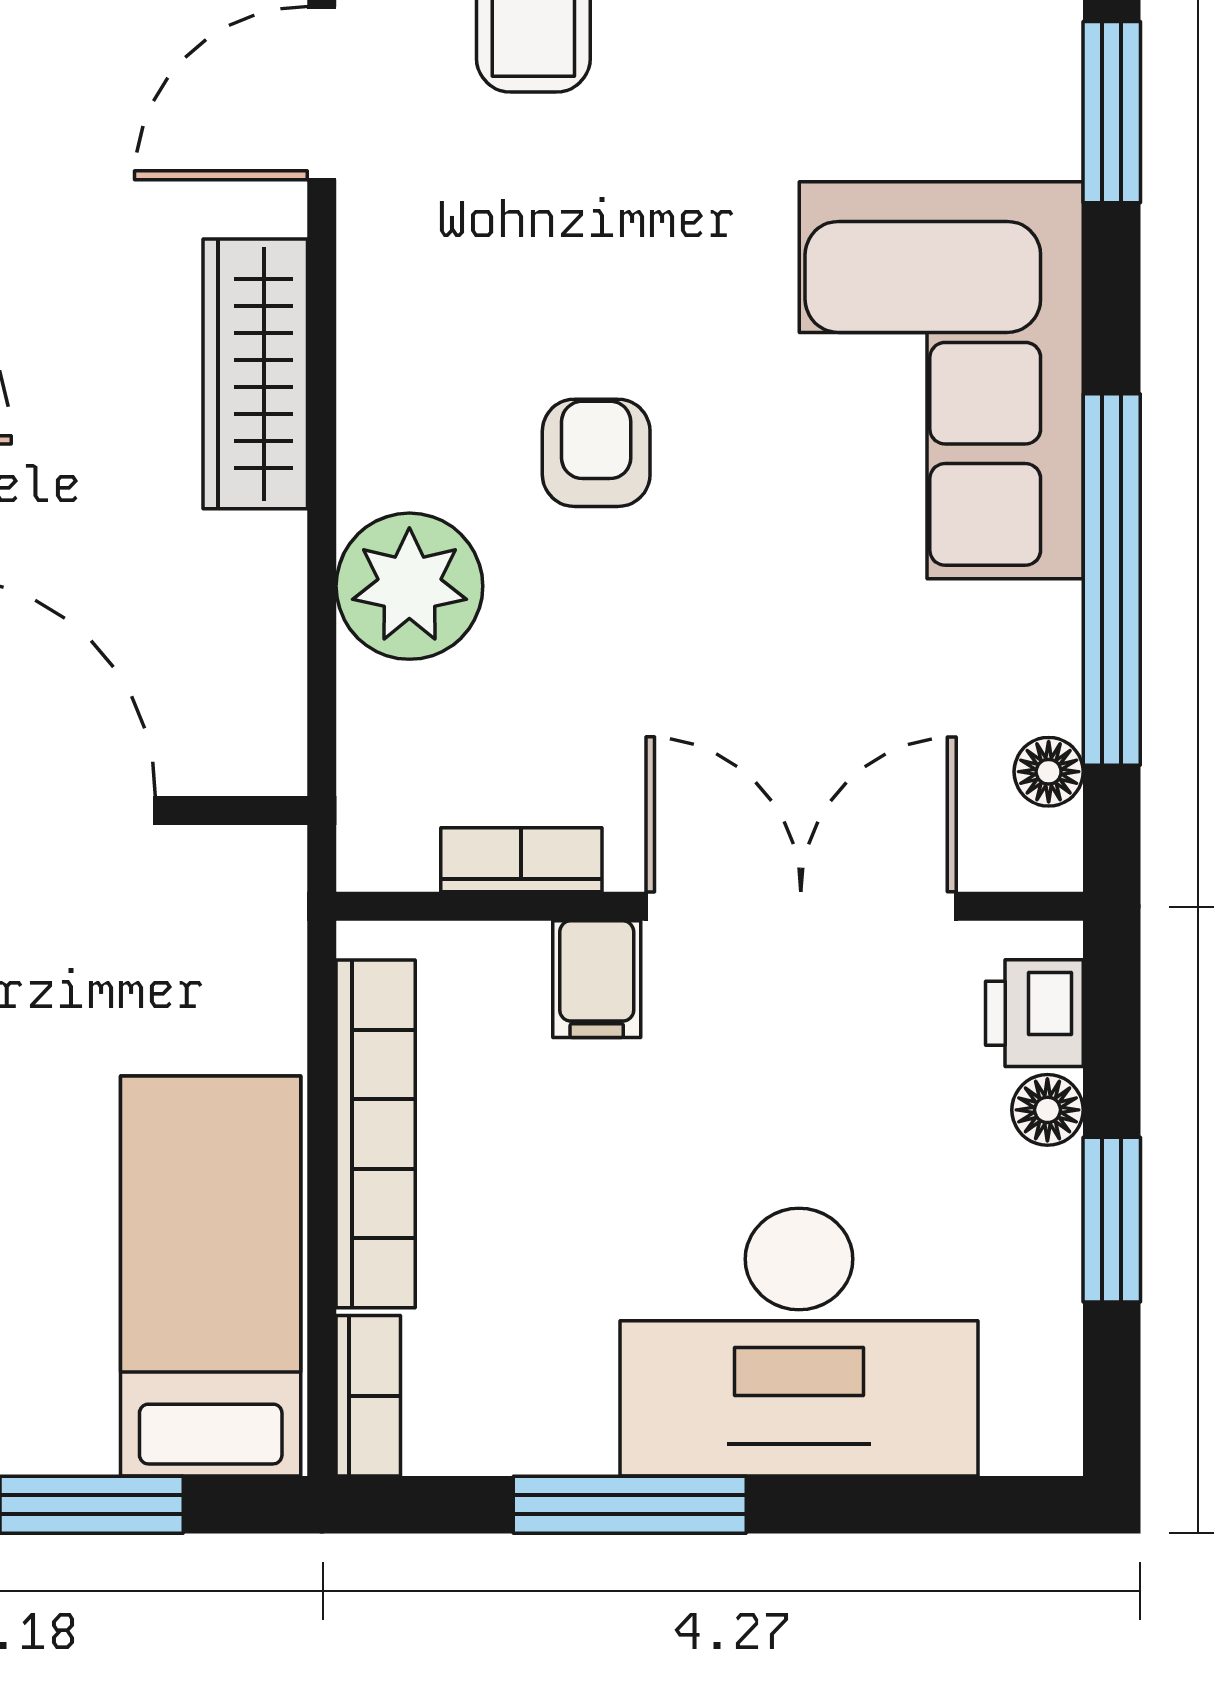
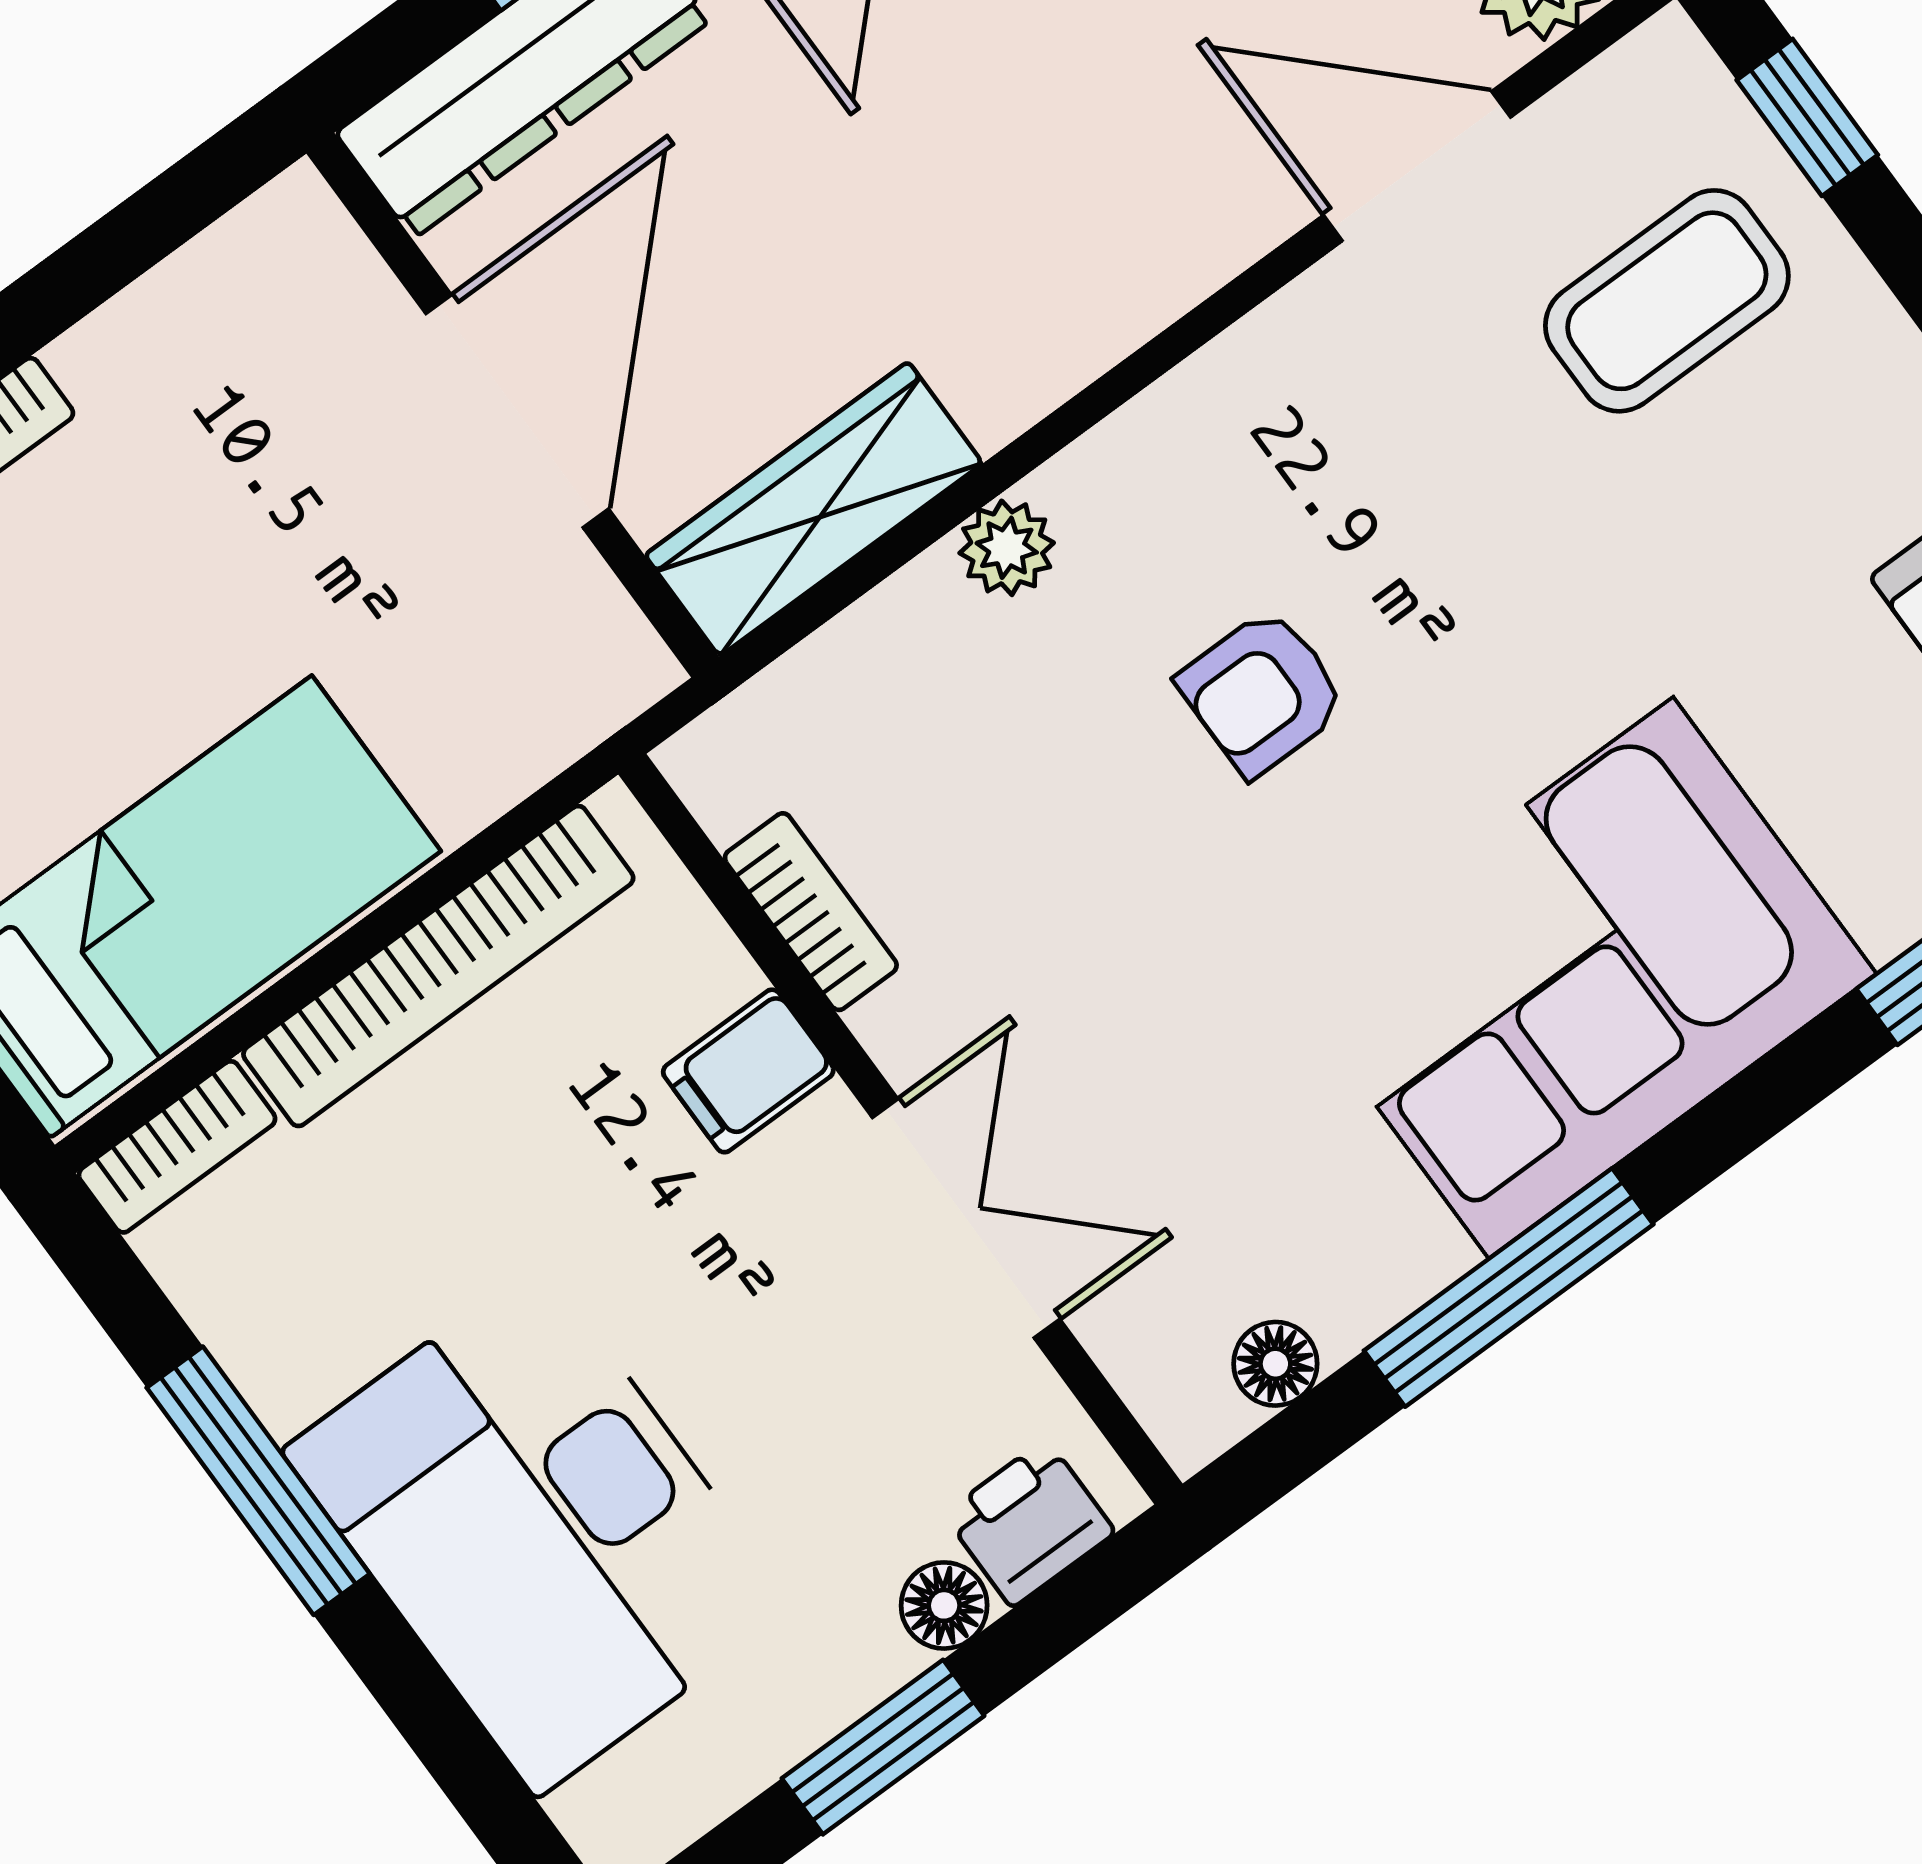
wardrobe: (255, 374) -> (814, 509), moved
armchair: (596, 453) -> (1262, 692), turned 180
window: (1112, 580) -> (1509, 1287), width x0.68
plant: (409, 586) -> (1007, 548), width x0.53, depth x0.53
double door: (801, 906) -> (966, 1218), width x0.73

